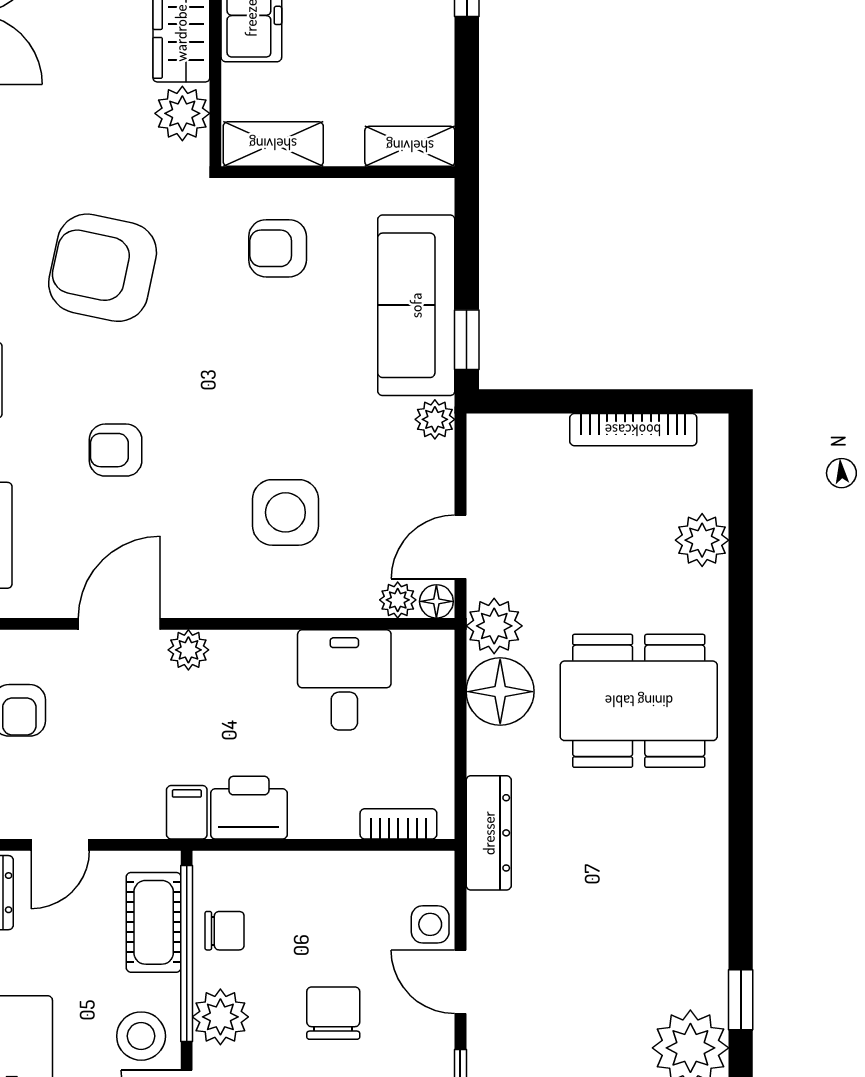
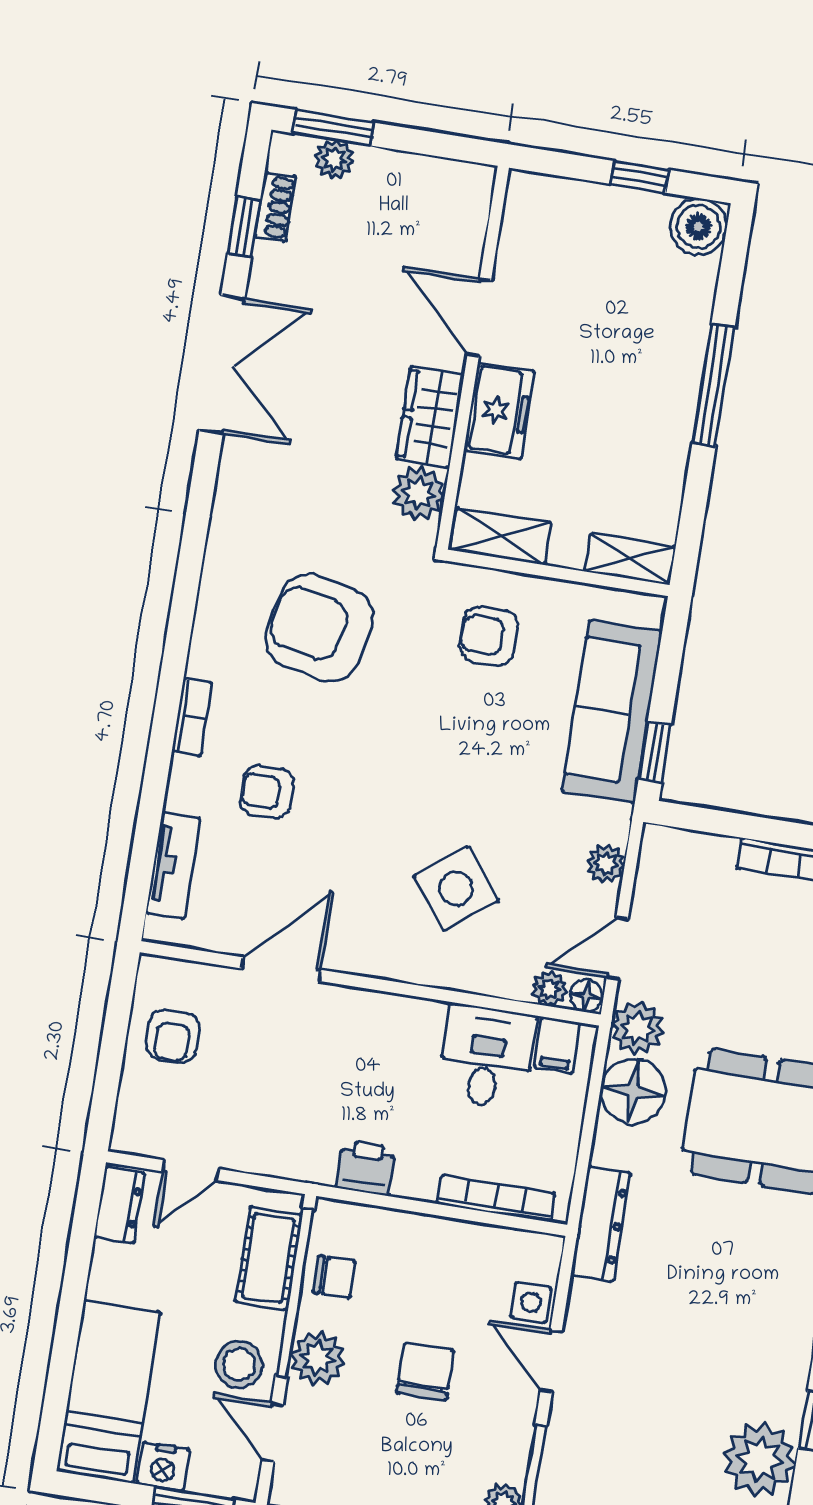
plant: (435, 419) -> (606, 864), moved
armchair: (116, 450) -> (267, 792), moved
side table: (285, 512) -> (456, 888), turned -38
plant: (188, 650) -> (343, 1004), removed
printer: (249, 808) -> (366, 1168), width x0.73, depth x0.81
filing cabinet: (187, 812) -> (557, 1045), moved, turned 180
bookcase: (398, 824) -> (496, 1199), width x1.56

